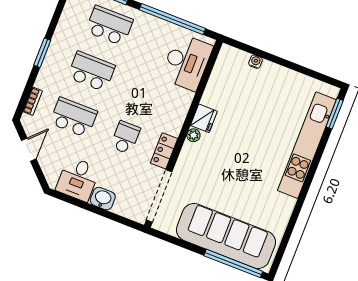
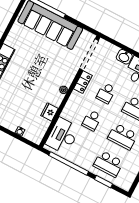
school desk: (143, 92) -> (92, 120), added
fridge: (204, 118) -> (49, 112), moved

